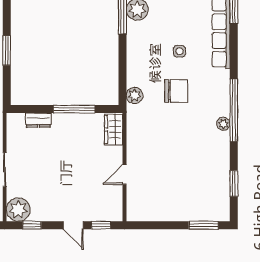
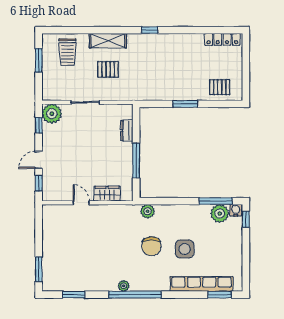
side table: (180, 51) -> (185, 249), width x1.87, depth x1.87
wardrobe: (114, 129) -> (107, 194), moved

